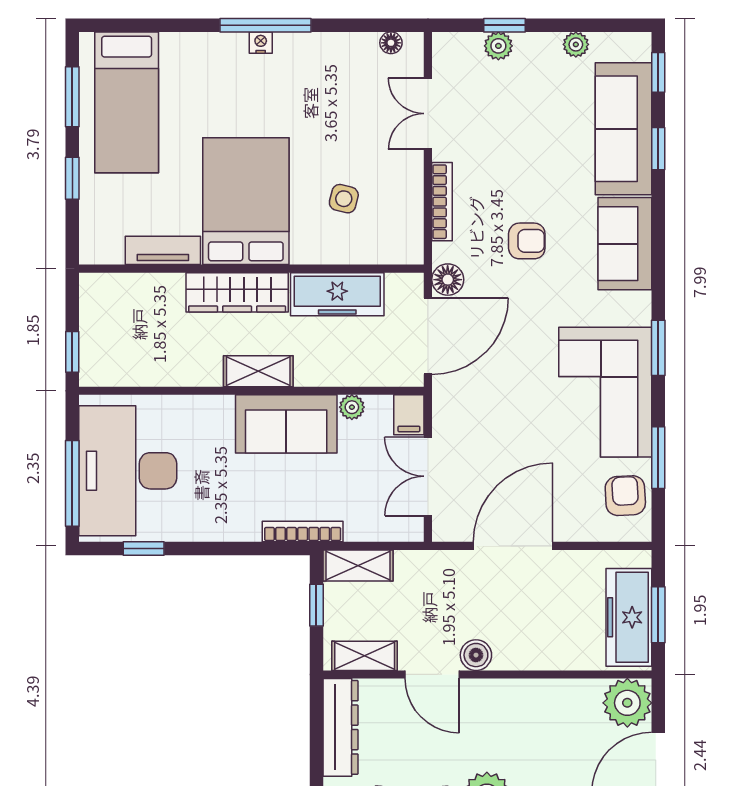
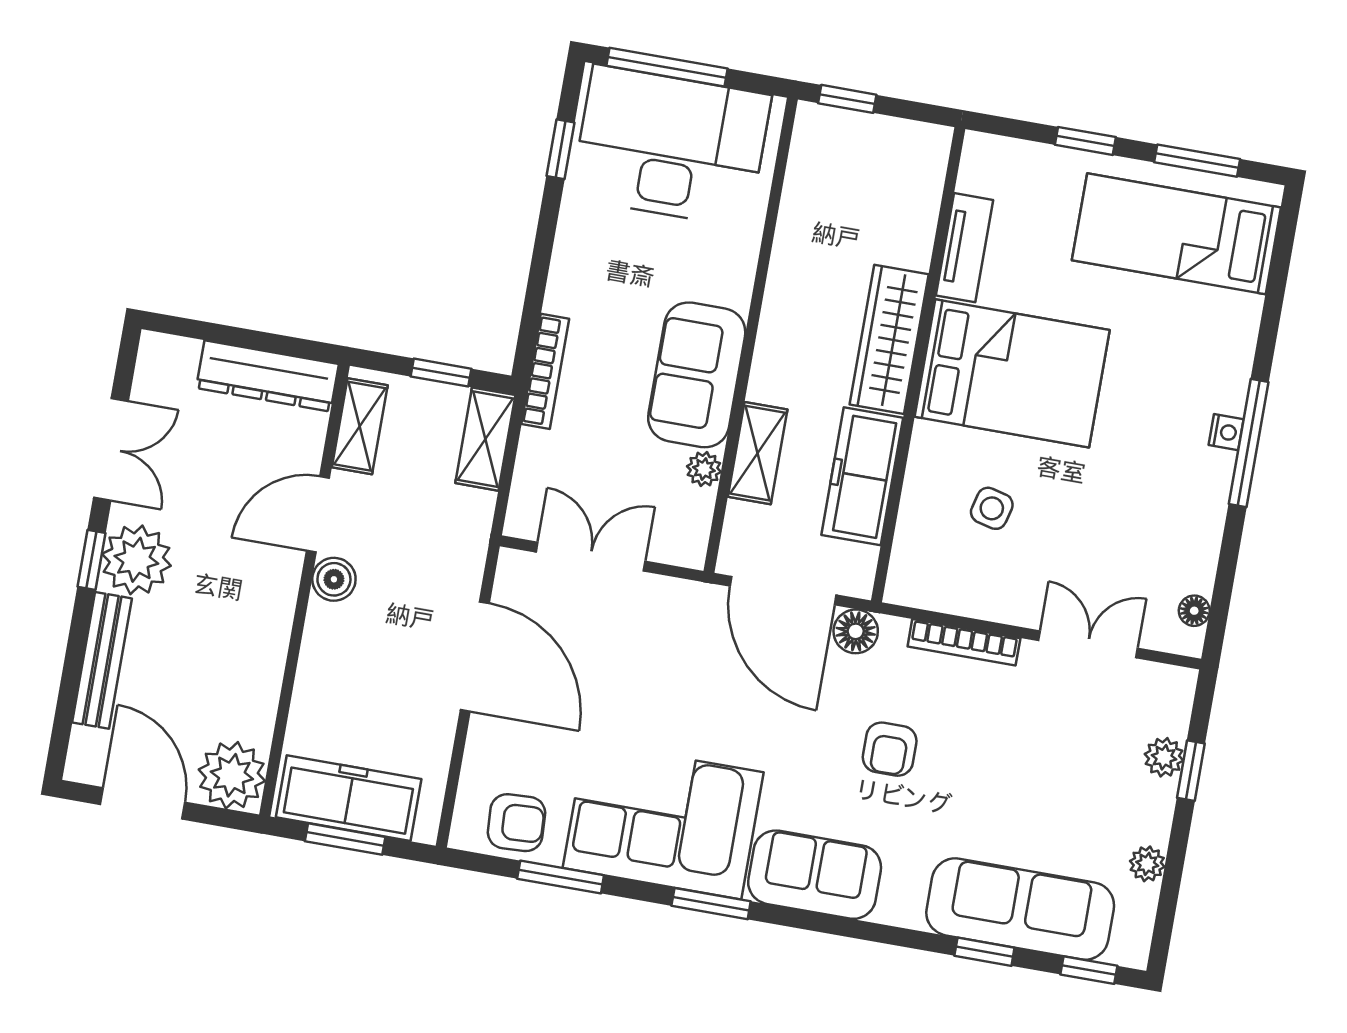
sofa: (625, 244) -> (815, 875), moved
shelving: (258, 371) -> (758, 453), moved
filing cabinet: (409, 415) -> (680, 545), removed

